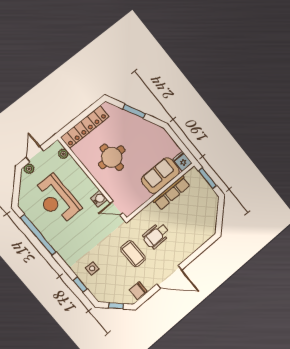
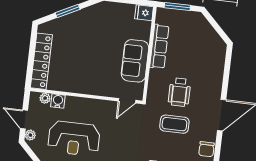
round table: (112, 157) -> (85, 65), removed
sofa: (160, 176) -> (135, 61), moved
water cooler: (99, 199) -> (58, 101), moved

